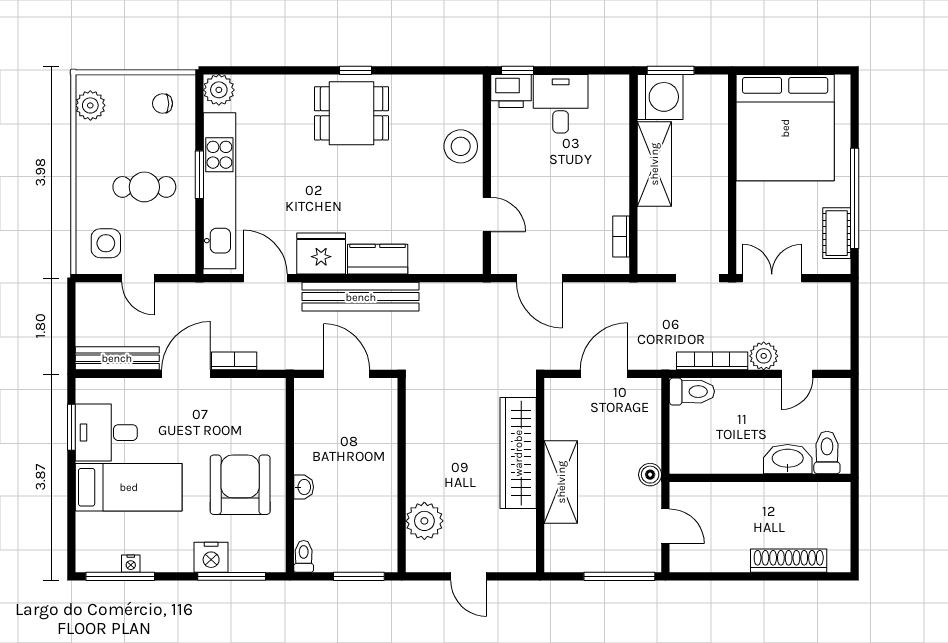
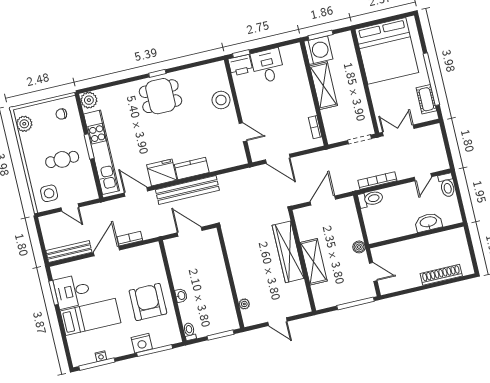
plant: (764, 356) -> (403, 172), removed
toilet: (827, 452) -> (447, 185), moved, turned 180
plant: (424, 521) -> (244, 304), width x0.53, depth x0.53

